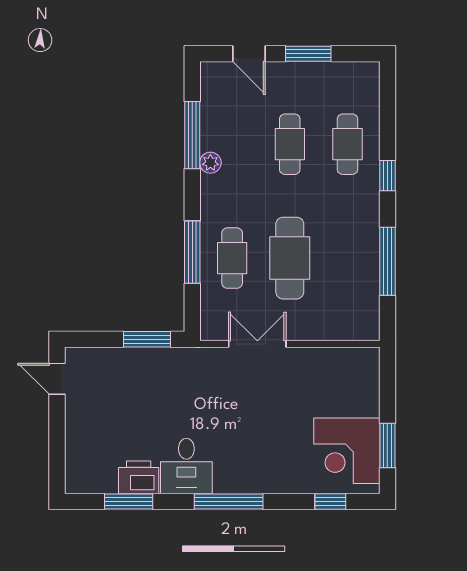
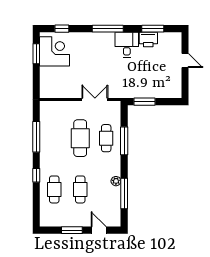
double door: (257, 344) -> (95, 100), swing flipped
door: (57, 379) -> (185, 60), moved

